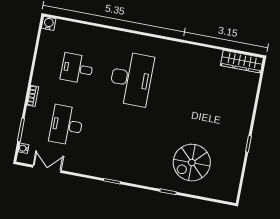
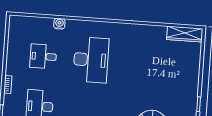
water cooler: (49, 23) -> (59, 24), moved

